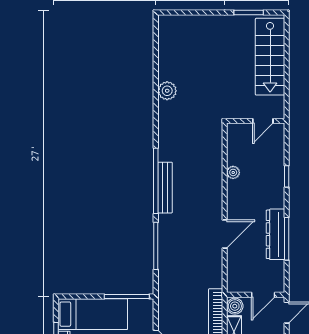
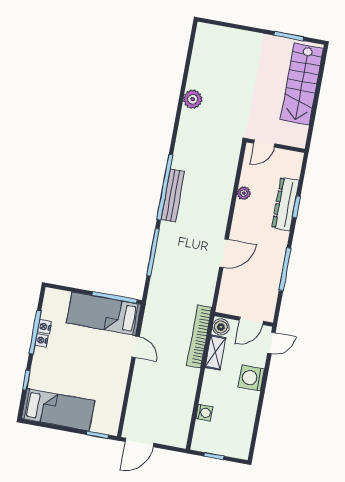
door: (263, 121) -> (264, 144), moved
dresser: (275, 234) -> (285, 204), moved
bed: (93, 314) -> (104, 314), moved, turned 180

